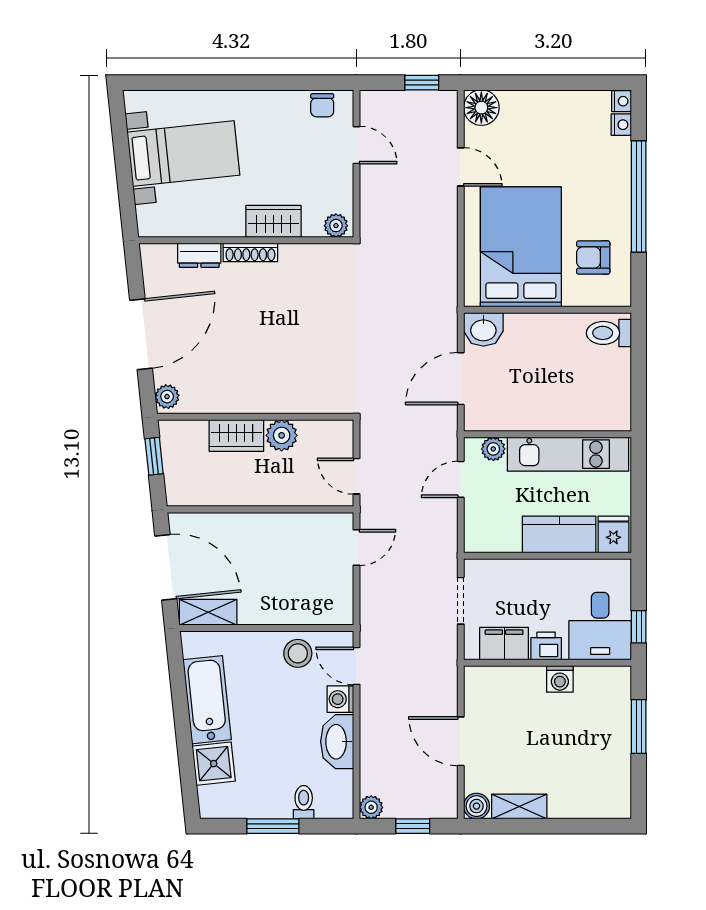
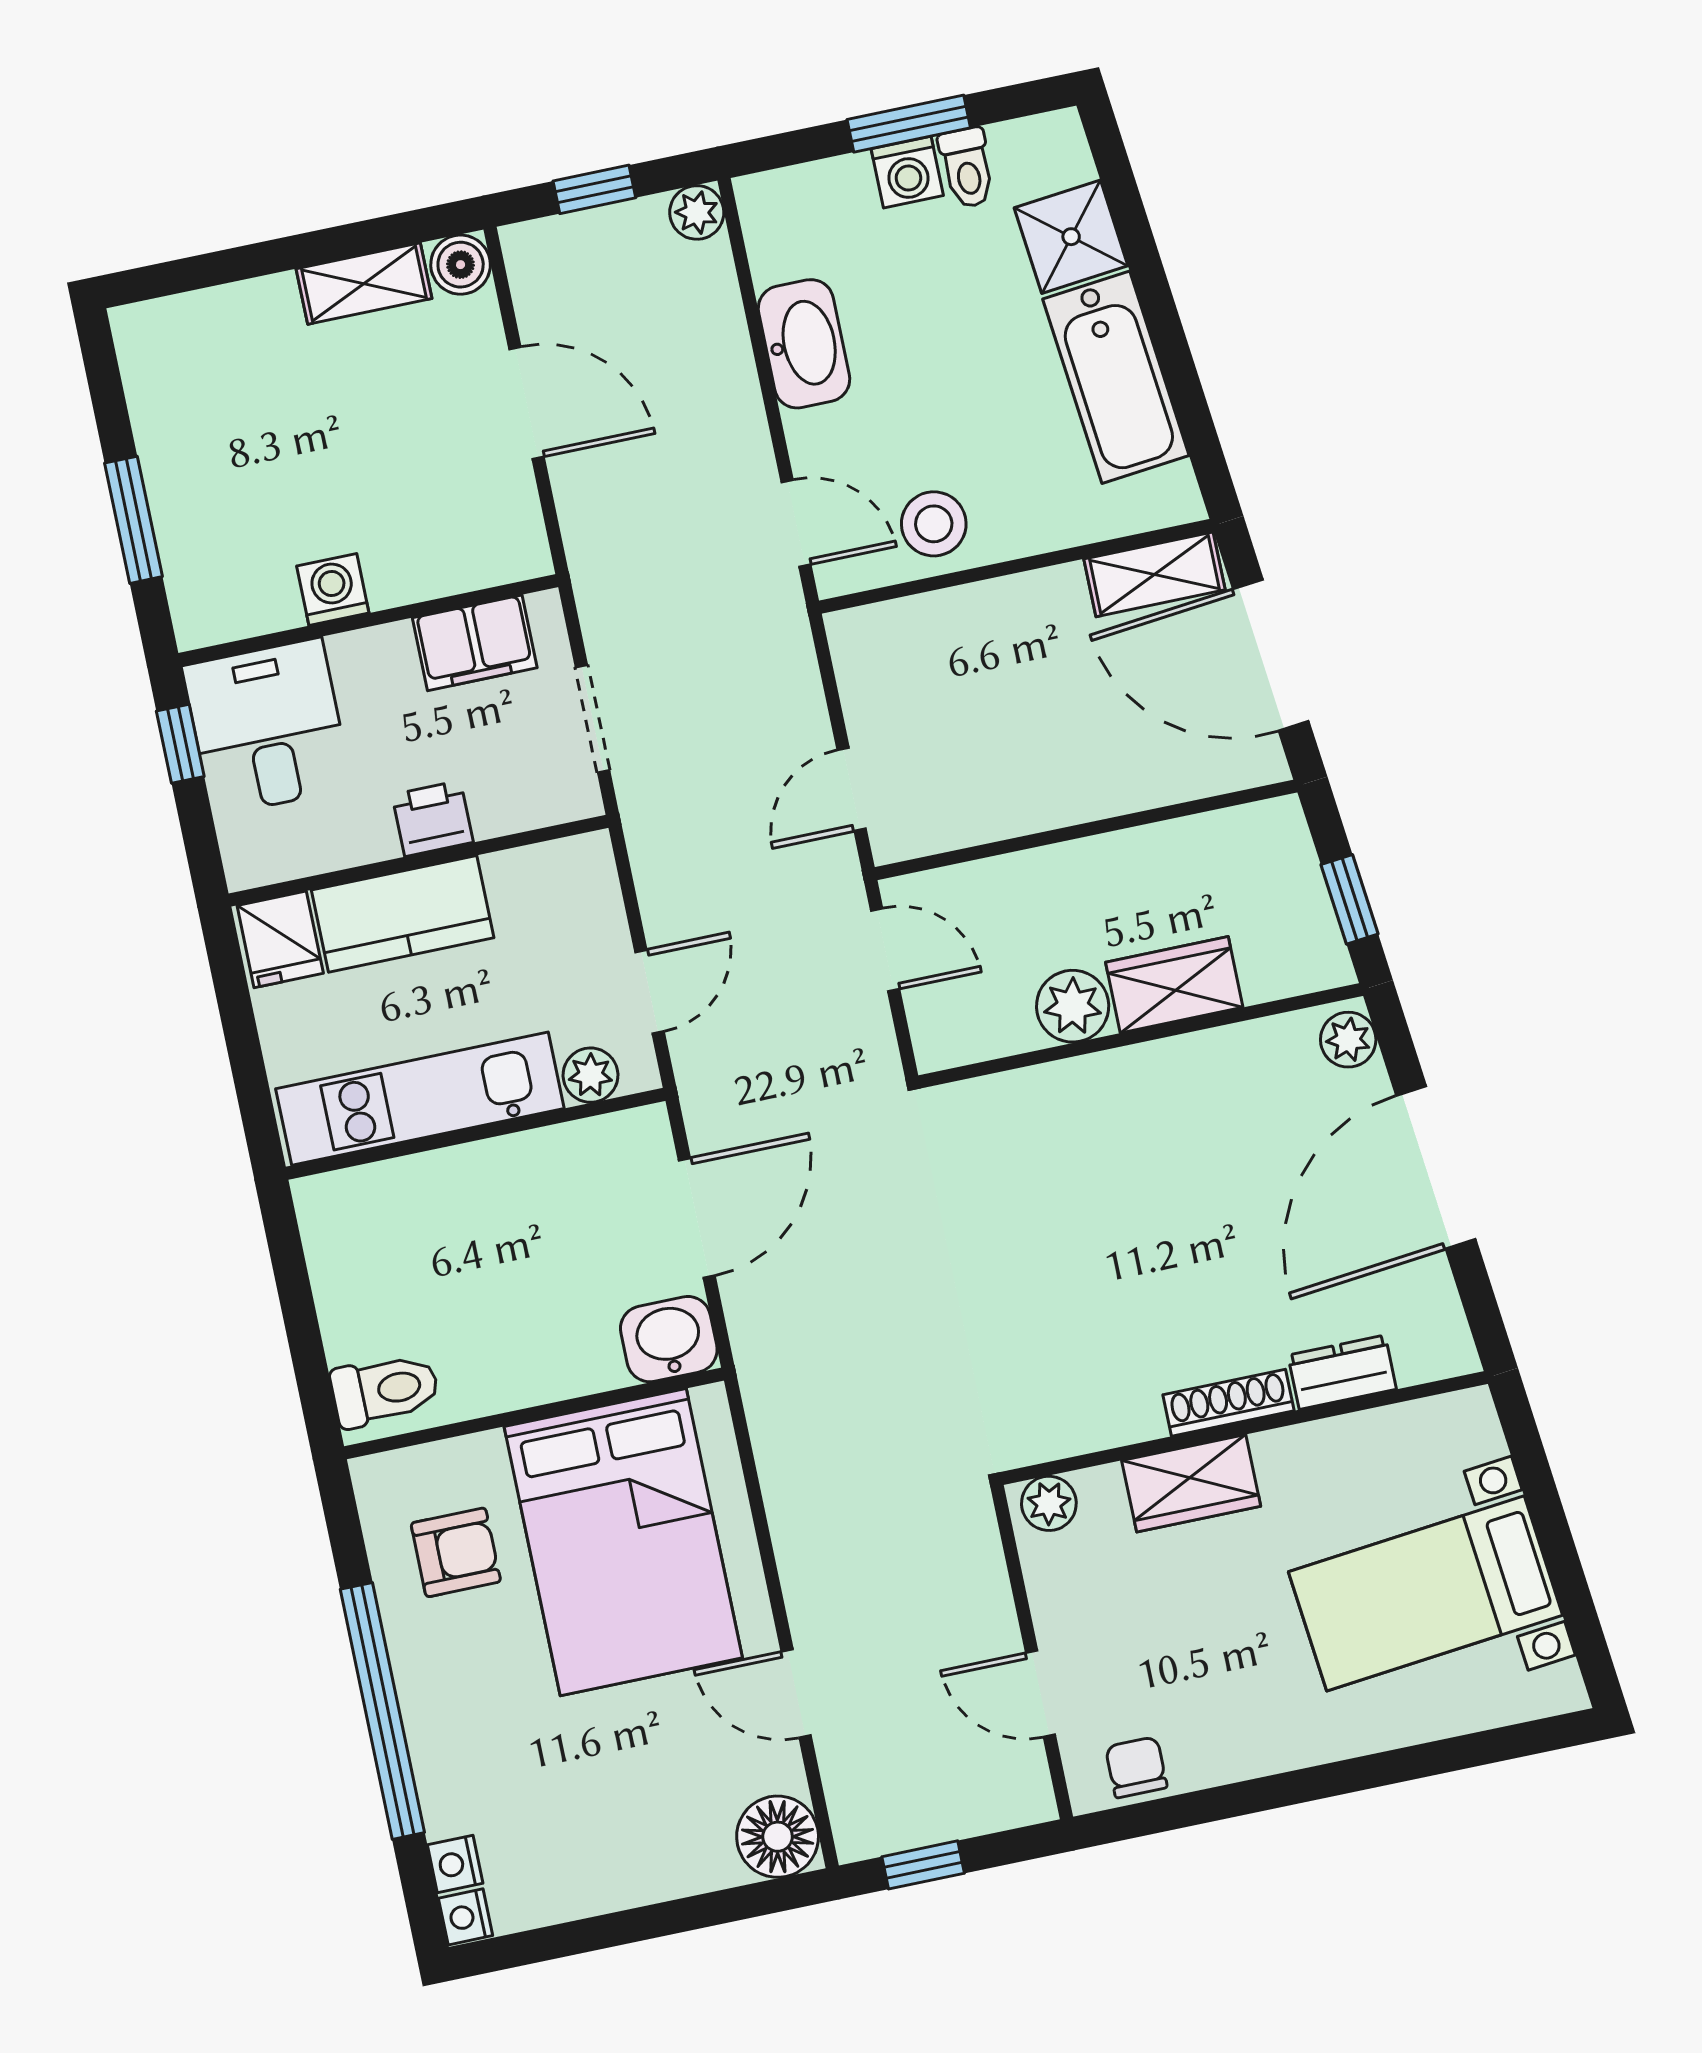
printer: (546, 646) -> (433, 818), moved, turned 180
washing machine: (340, 699) -> (907, 172), moved, turned 90
toilet: (304, 802) -> (967, 168), moved

